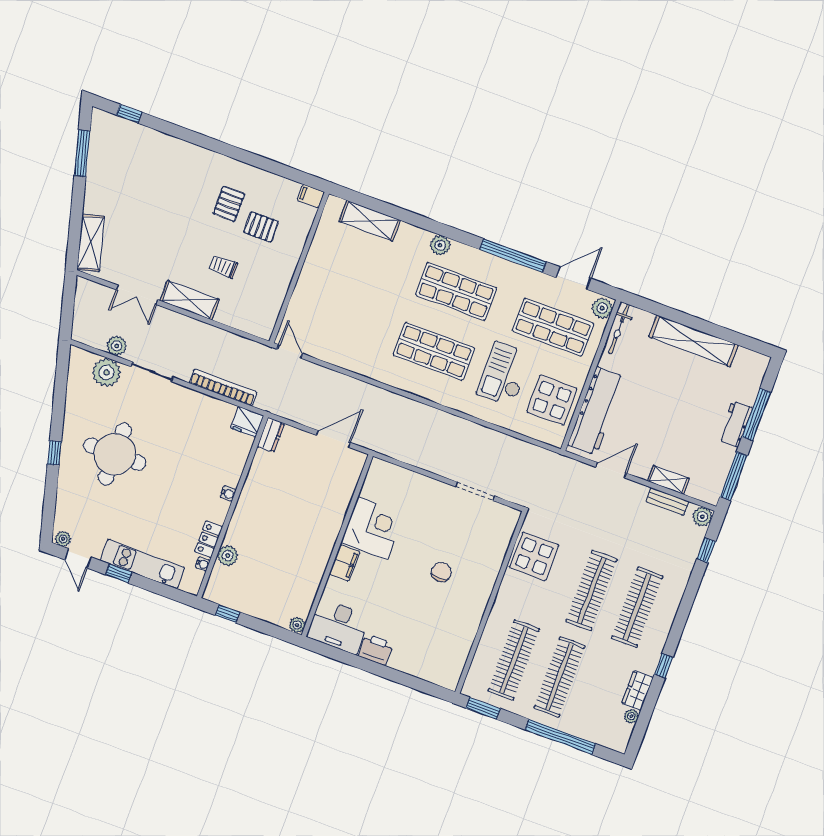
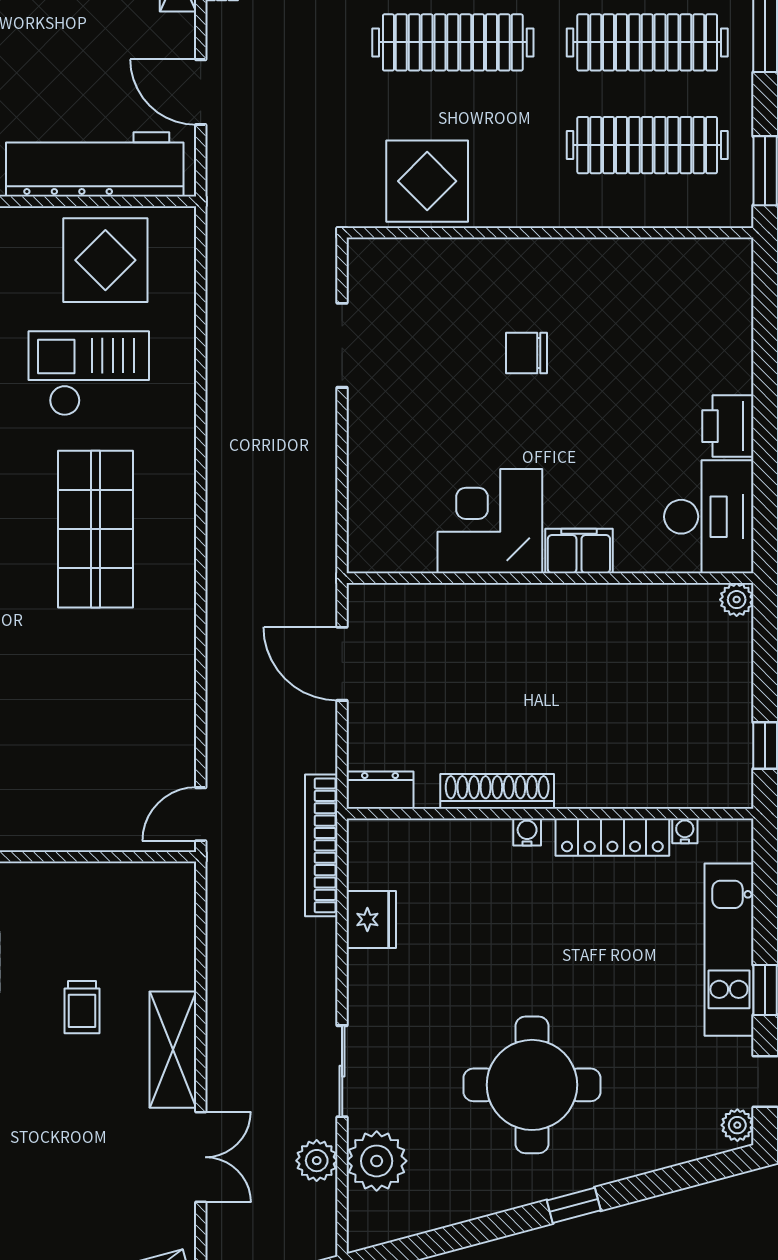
checkout: (504, 374) -> (89, 373), turned 180
bookcase: (223, 388) -> (321, 845), moved
fridge: (247, 422) -> (371, 919), moved
shoe rack: (251, 487) -> (497, 791), added
locker: (209, 539) -> (612, 837), width x1.53
plant: (228, 556) -> (650, 787), removed

